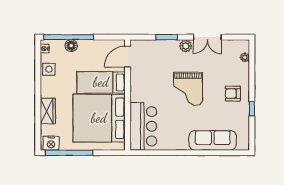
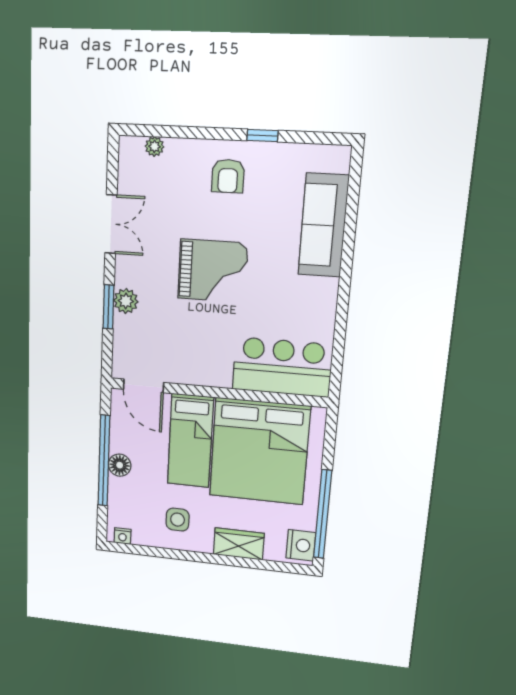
window: (69, 37) -> (104, 461), moved
floor lamp: (71, 46) -> (120, 465), moved
plant: (186, 46) -> (126, 301), moved
side table: (49, 69) -> (178, 520), moved

